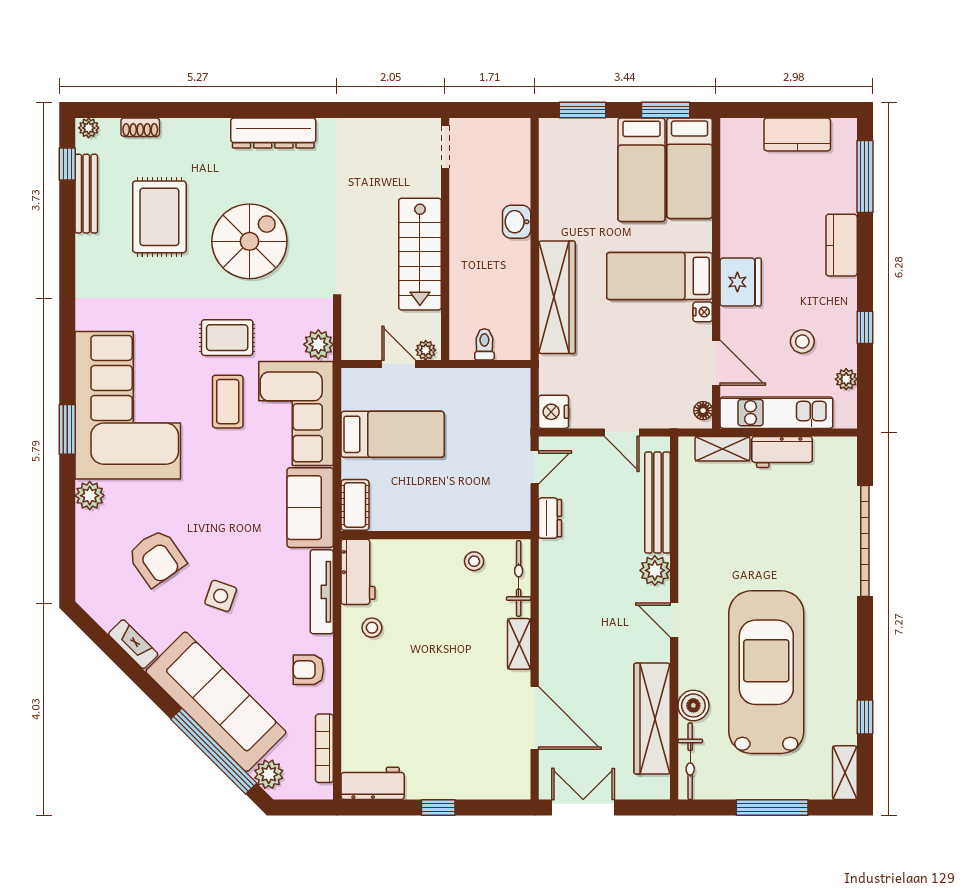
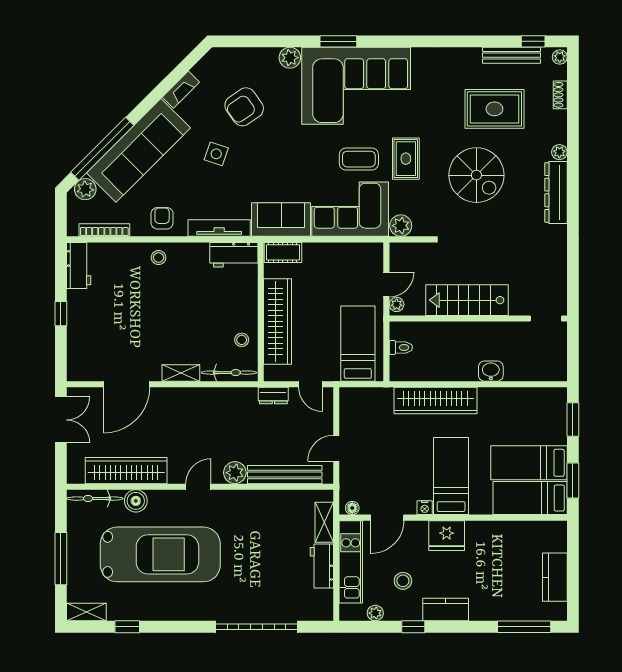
plant: (218, 128) -> (559, 152), added
kitchen counter: (842, 245) -> (446, 610), moved
nightstand: (554, 412) -> (351, 398), removed
bed: (393, 434) -> (358, 344), moved, turned 180
wardrobe: (449, 512) -> (278, 321), added
stool: (372, 628) -> (159, 258), moved

